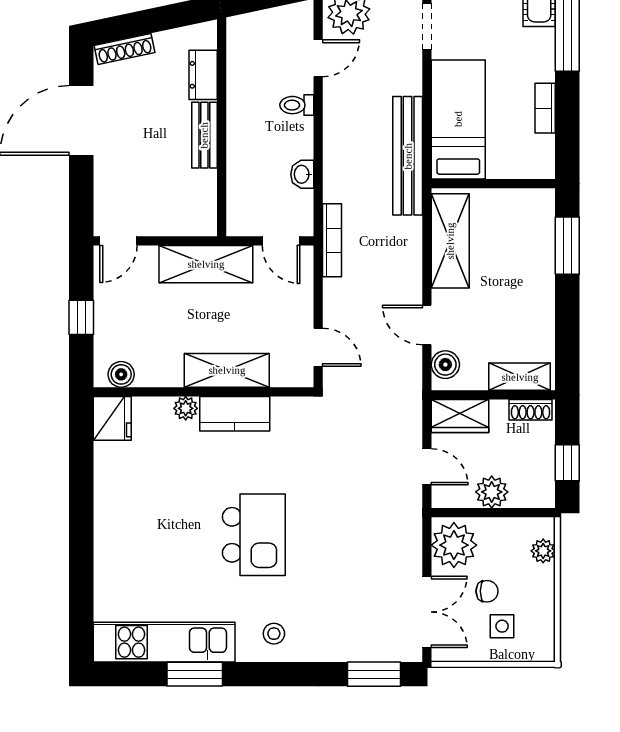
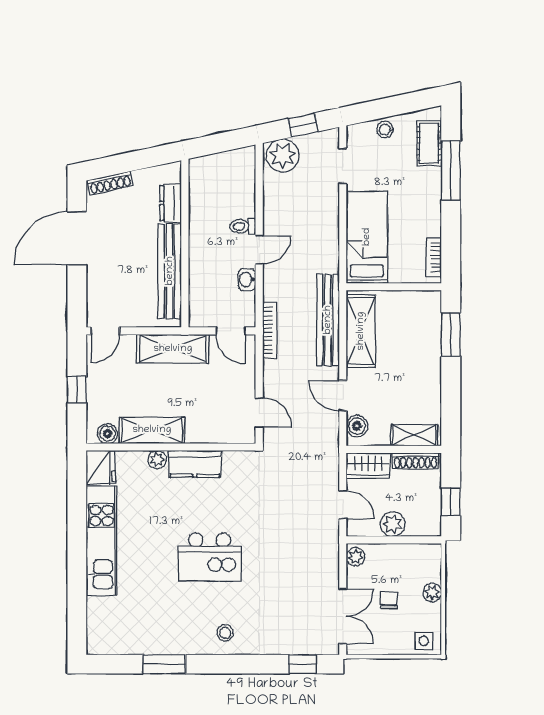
door: (318, 58) -> (259, 250), moved
bookcase: (545, 108) -> (434, 257), moved
bench: (204, 135) -> (170, 271), width x1.86, depth x1.21
bench: (408, 156) -> (328, 320), moved
shelving: (227, 370) -> (152, 430), moved
shoe rack: (531, 410) -> (415, 461), width x1.43
kitchen island: (254, 535) -> (210, 557), turned 90
plant: (454, 545) -> (355, 557), width x0.53, depth x0.53
plant: (543, 551) -> (432, 593), moved
chair: (487, 591) -> (389, 600), turned -90
side table: (502, 626) -> (424, 641), moved
kitchen unit: (164, 642) -> (101, 541), moved, turned 90
window: (374, 674) -> (302, 664), width x0.67

